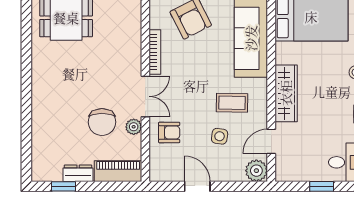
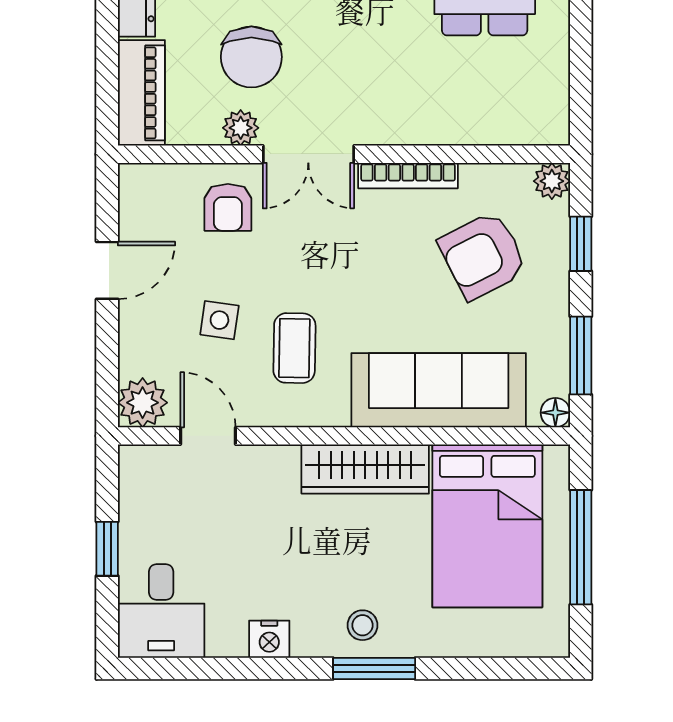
wardrobe: (286, 93) -> (365, 469), moved
chair: (102, 122) -> (251, 57), turned -90

